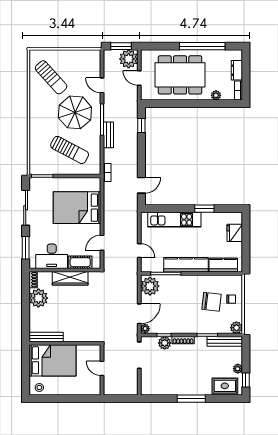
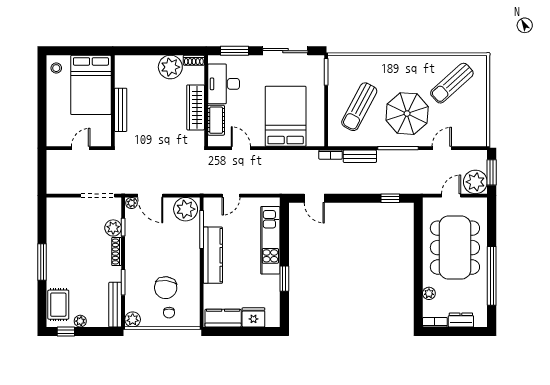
bench: (108, 135) -> (360, 156), moved
kitchen counter: (223, 265) -> (223, 318), moved, turned -90
bench: (46, 337) -> (121, 110), moved

